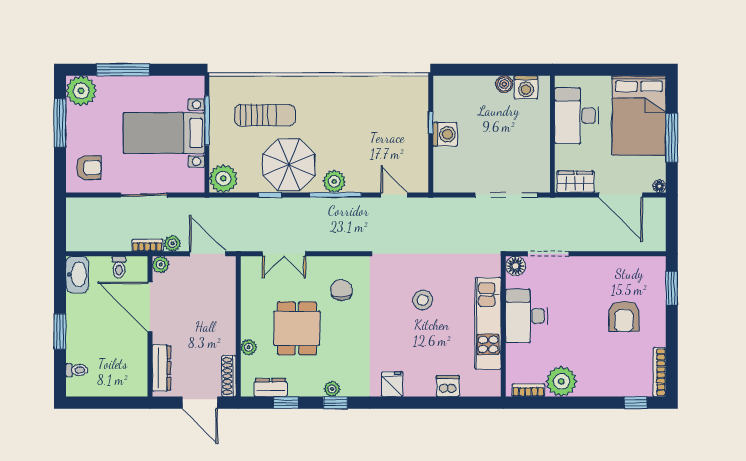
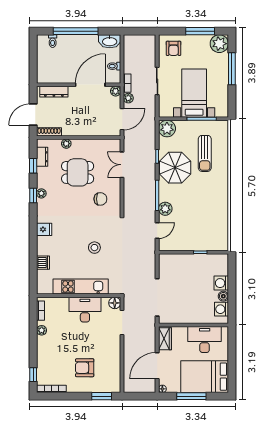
washing machine: (445, 134) -> (221, 283), moved, turned 90
plant: (334, 181) -> (165, 209), moved
window: (60, 332) -> (76, 31), width x2.11
plant: (561, 381) -> (42, 330), width x0.53, depth x0.53

